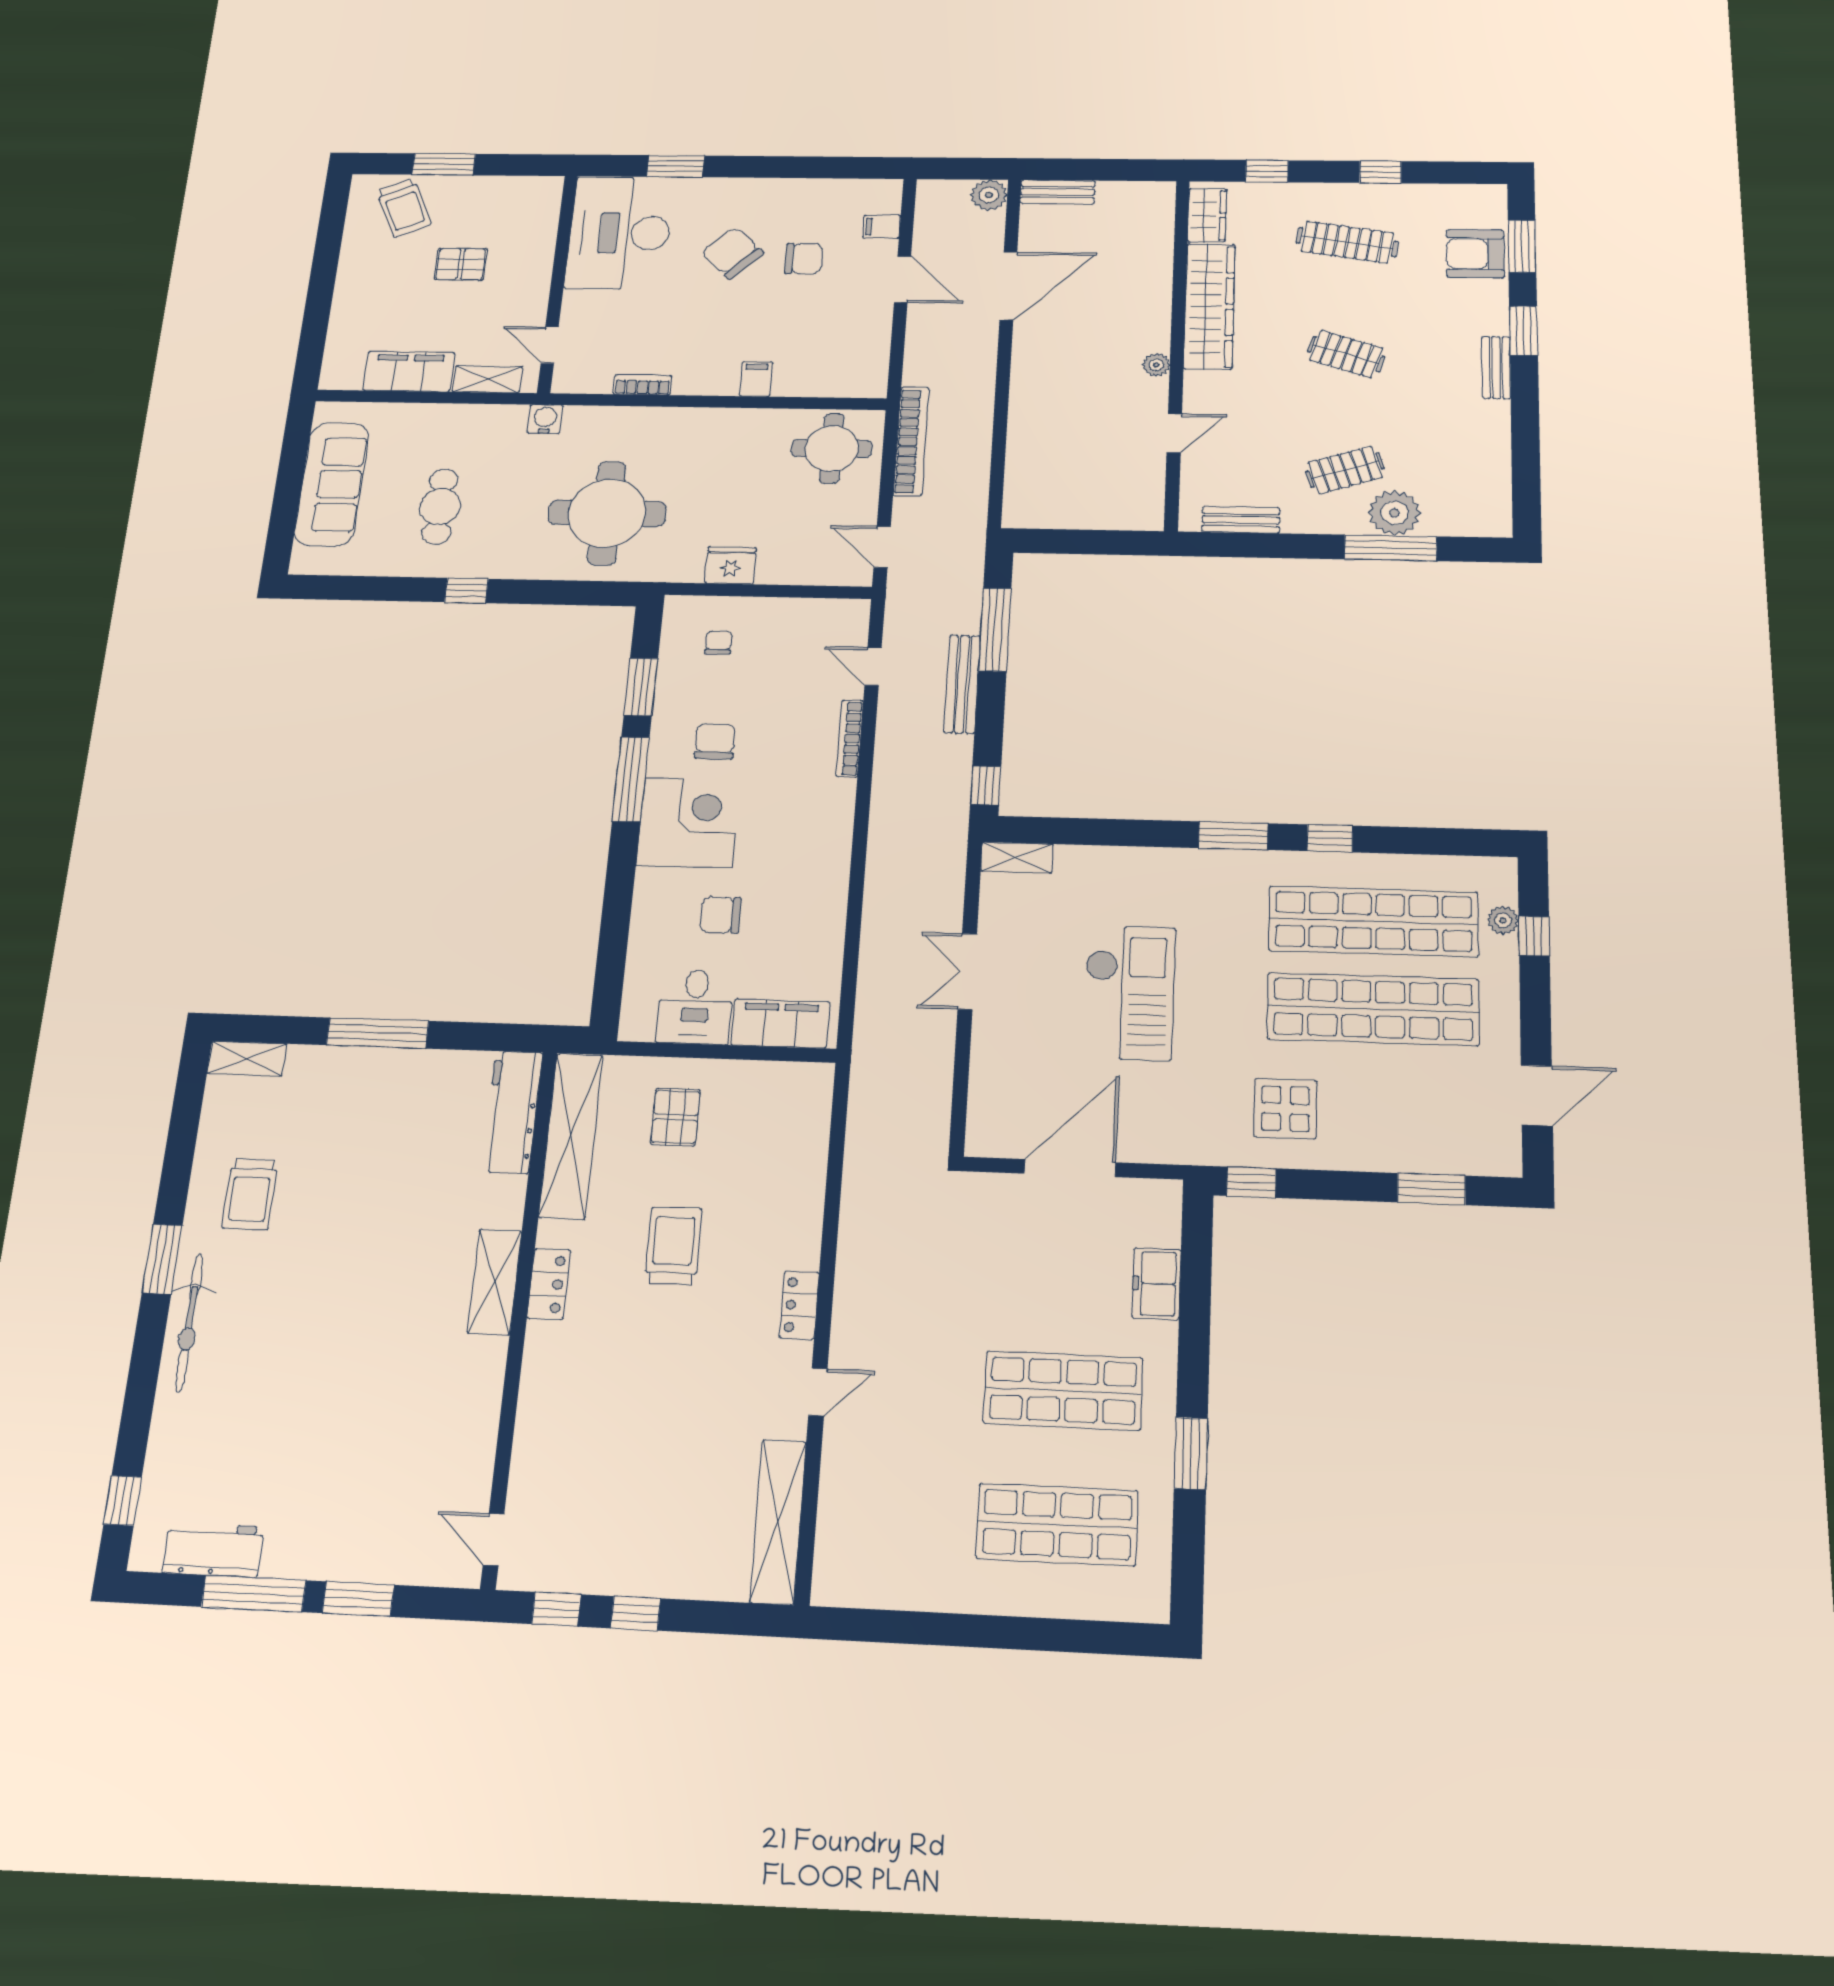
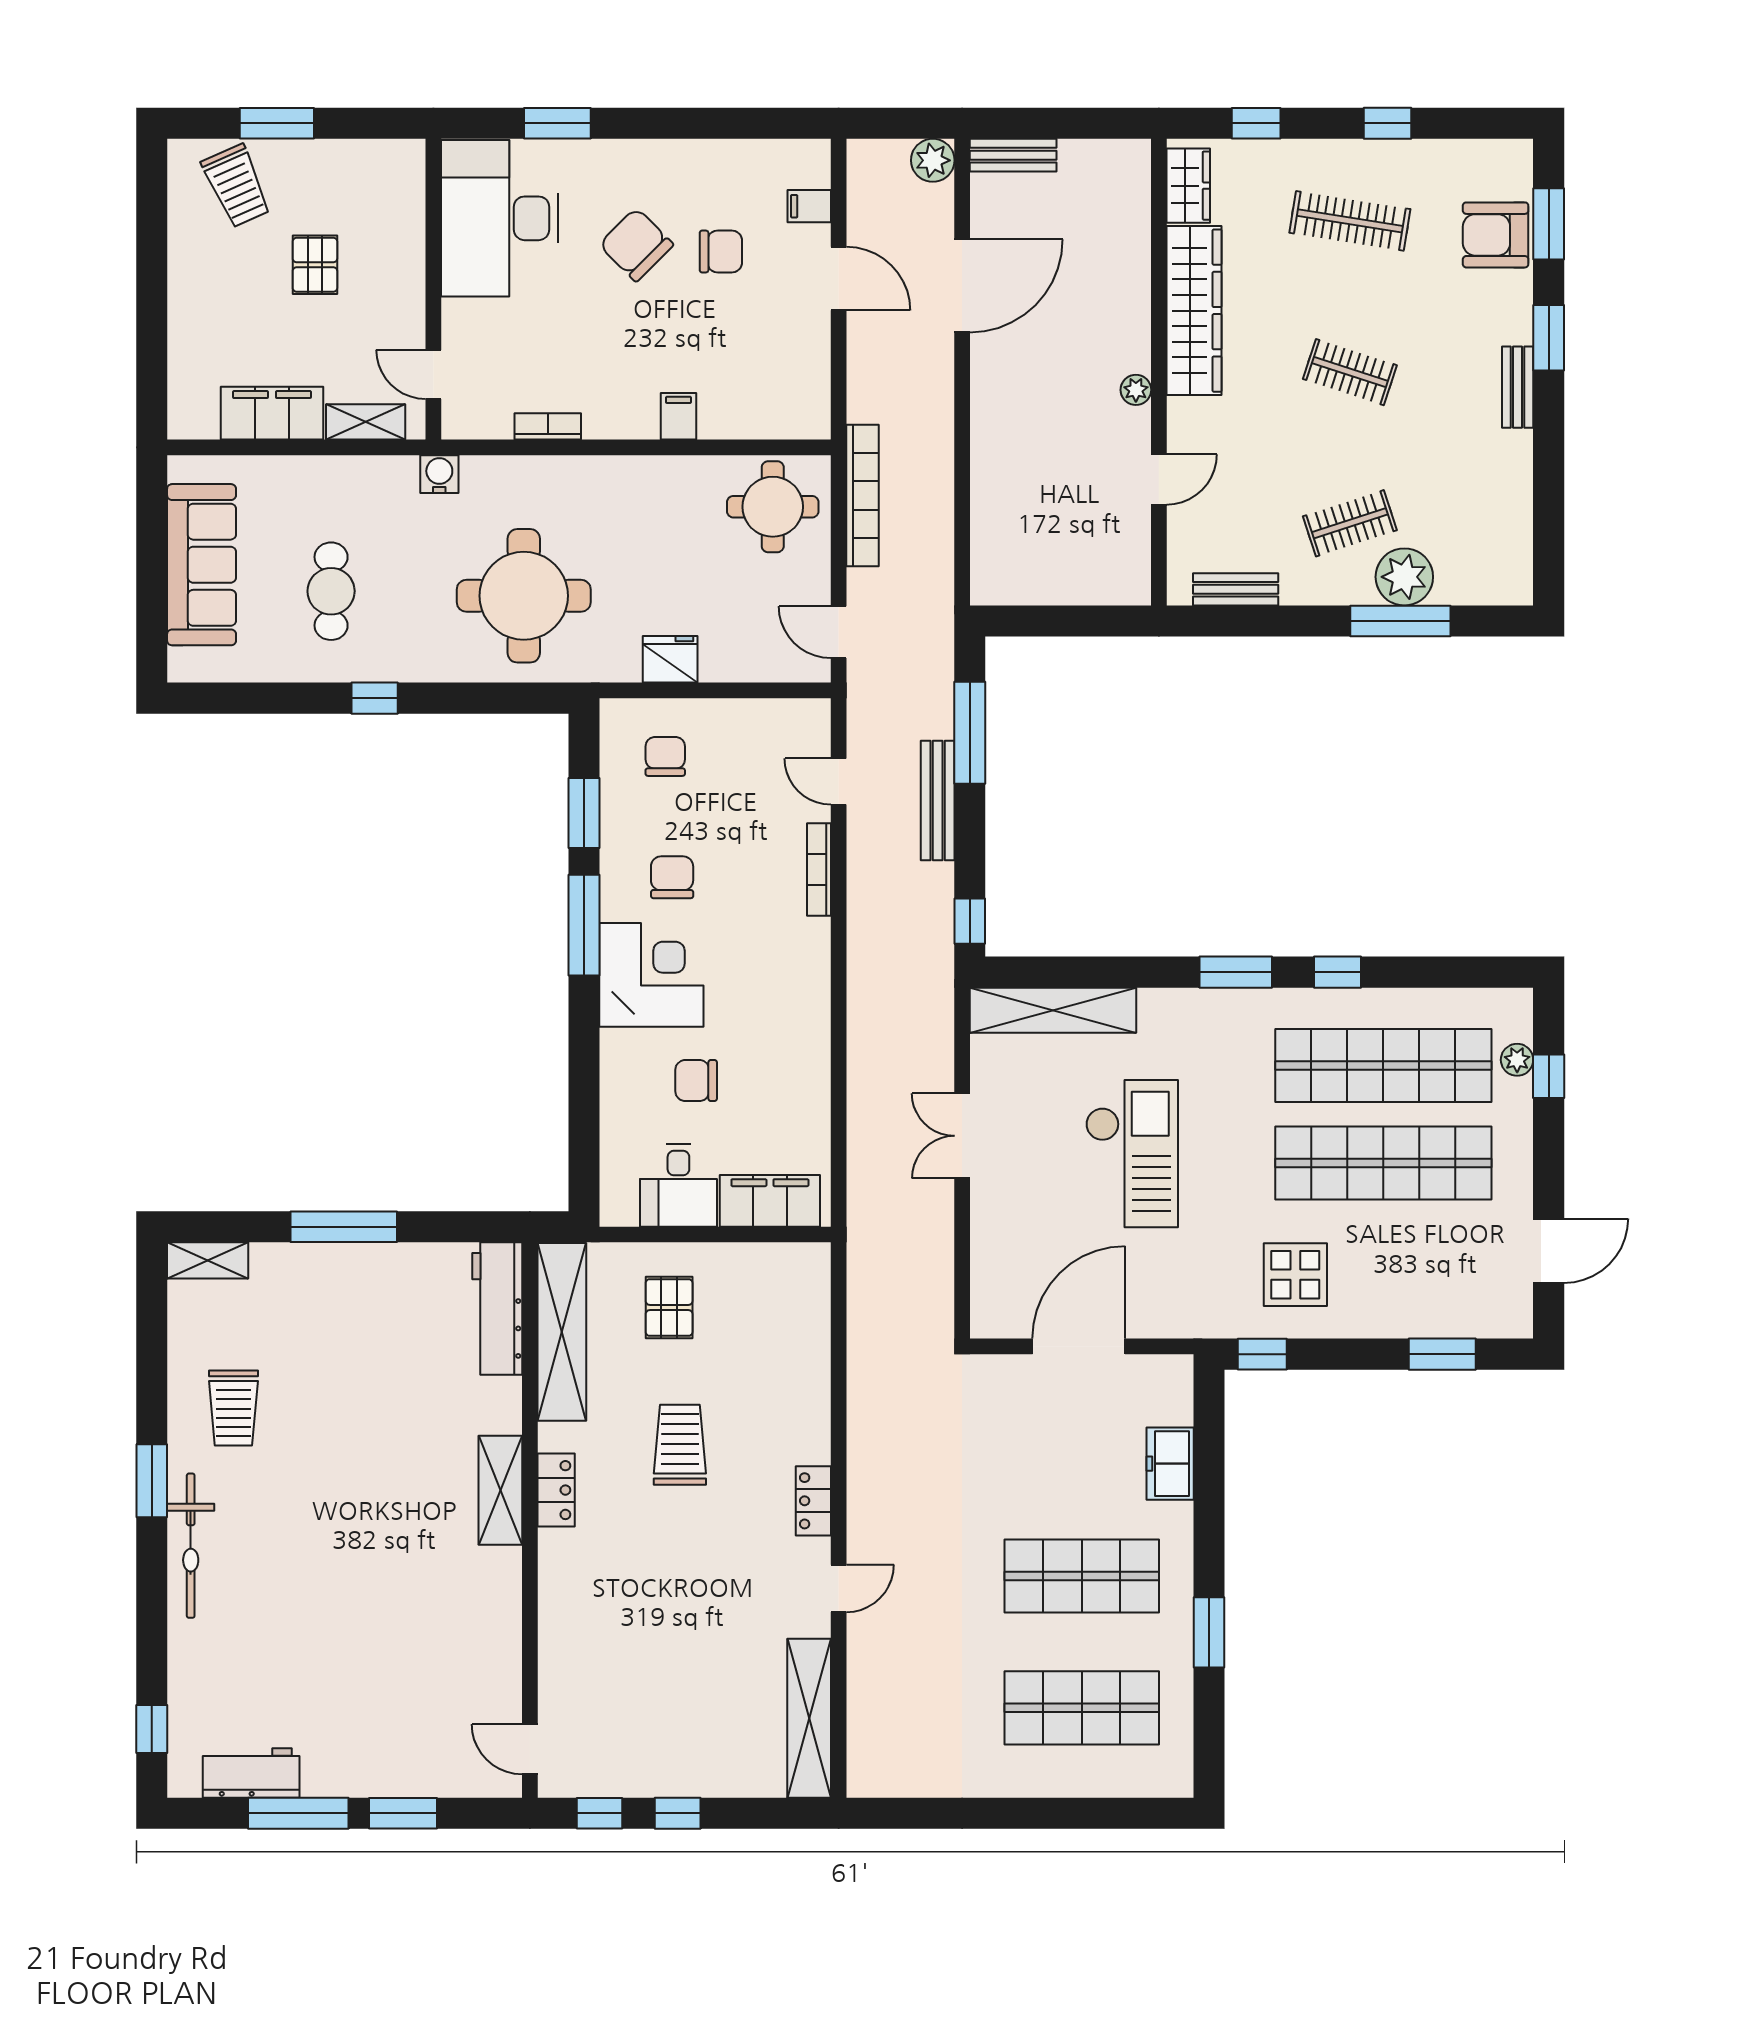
pallet: (461, 264) -> (315, 265), turned 90
chair: (719, 643) -> (665, 756), width x1.37, depth x1.37
shelving: (1017, 858) -> (1053, 1010), width x2.20, depth x1.33

